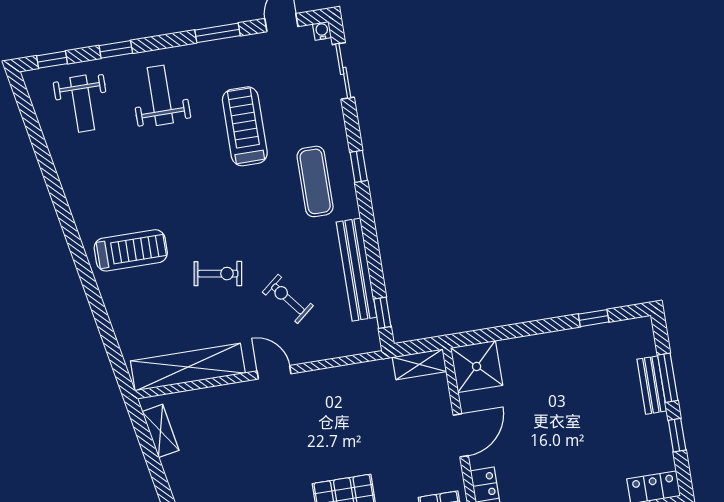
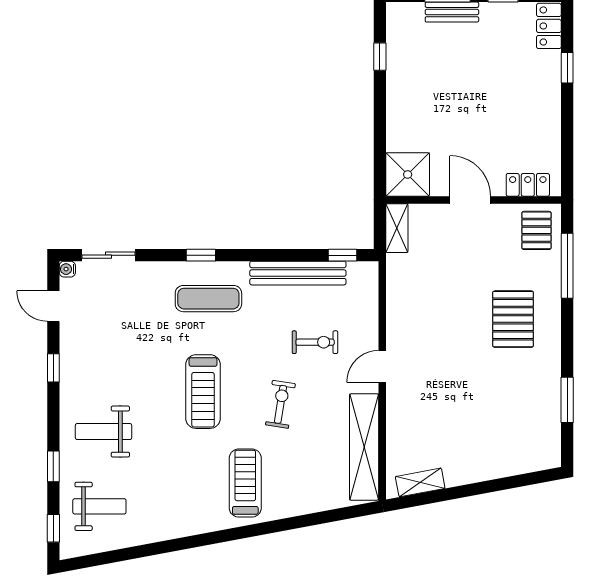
window: (218, 33) -> (53, 368), width x0.67
treadmill: (245, 126) -> (203, 392), moved, turned -90
exercise bike: (288, 299) -> (315, 342), turned -141

